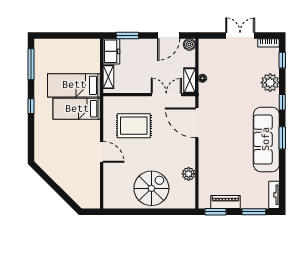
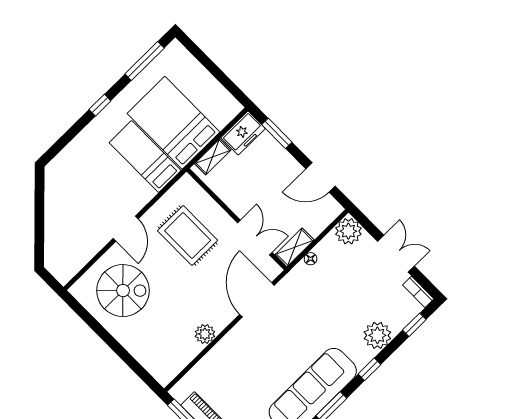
boiler: (189, 44) -> (333, 209), removed
plant: (207, 47) -> (348, 231), added
bed: (74, 85) -> (173, 123), width x1.50
plant: (189, 174) -> (205, 334), moved
spiral stairs: (151, 188) -> (123, 291), moved

